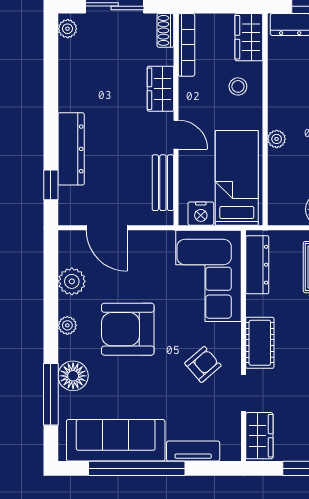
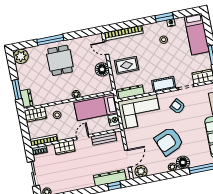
dresser: (71, 149) -> (110, 178), moved
plant: (72, 281) -> (141, 171), moved
armchair: (128, 329) -> (169, 141), turned 67
floor lamp: (73, 376) -> (183, 162), moved

